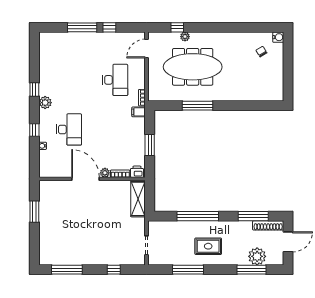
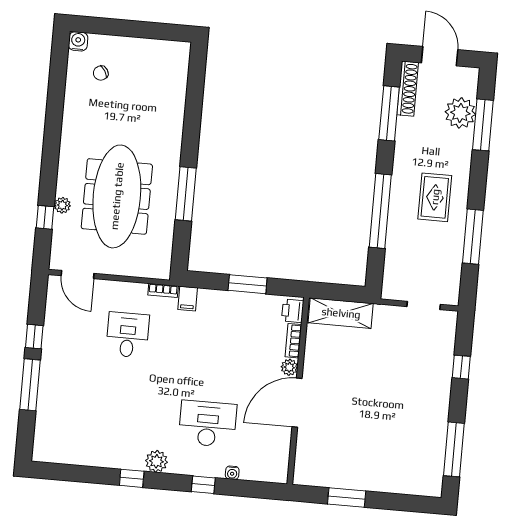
desk: (115, 80) -> (128, 335), width x0.73

